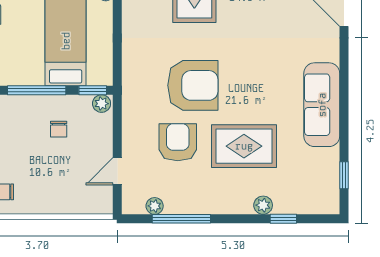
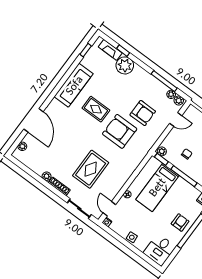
armchair: (178, 142) -> (143, 113), turned -90
rug: (244, 146) -> (96, 109), moved, width x0.73, depth x0.70
plant: (135, 205) -> (179, 100), added
plant: (263, 205) -> (125, 65), width x1.88, depth x1.88
fireplace: (305, 205) -> (110, 50), added

